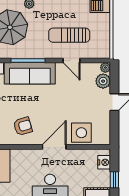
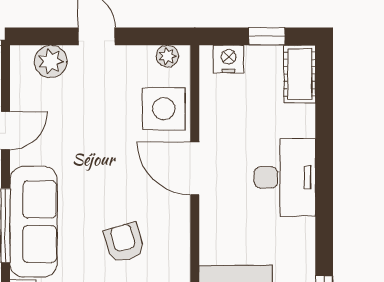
plant: (105, 68) -> (167, 56), moved
armchair: (23, 126) -> (124, 242), moved

